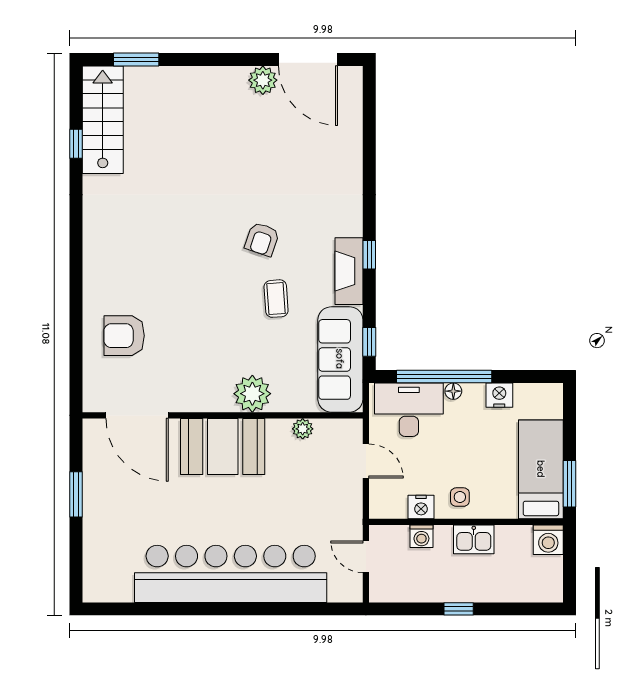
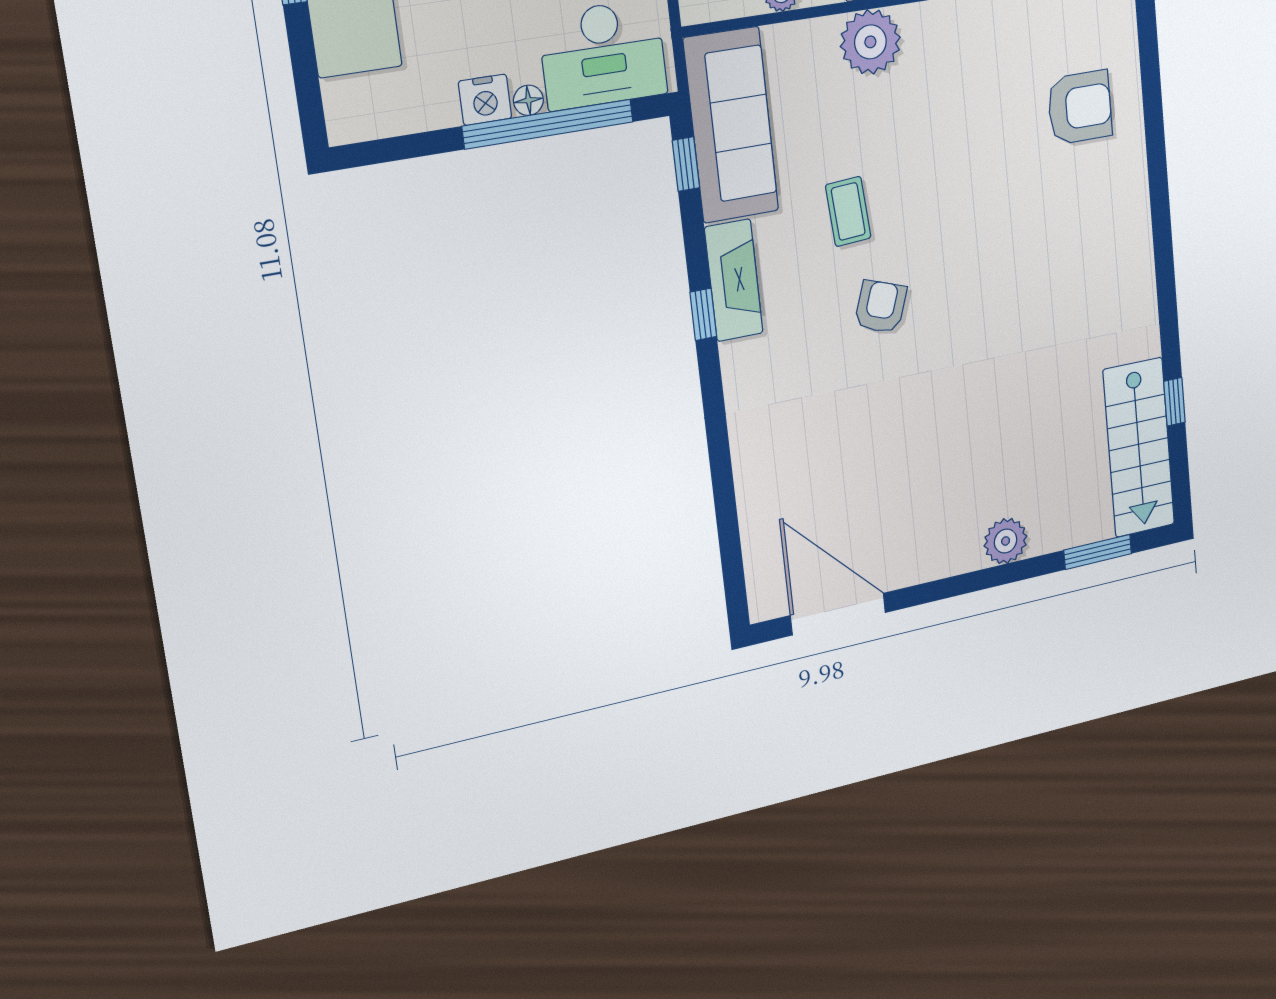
plant: (263, 80) -> (1006, 541), moved
nightstand: (499, 395) -> (485, 100), moved

